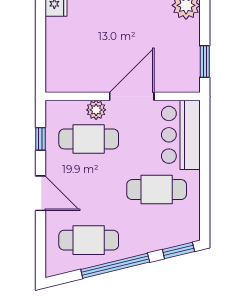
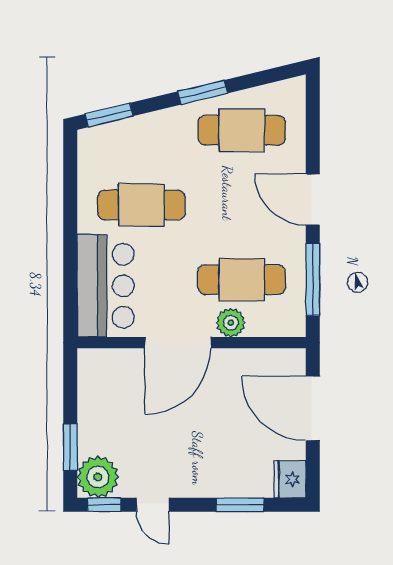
door: (41, 52) -> (313, 408), added
window: (205, 62) -> (70, 447), moved
window: (41, 139) -> (313, 280), width x2.17
window: (115, 266) -> (203, 92), width x0.47

